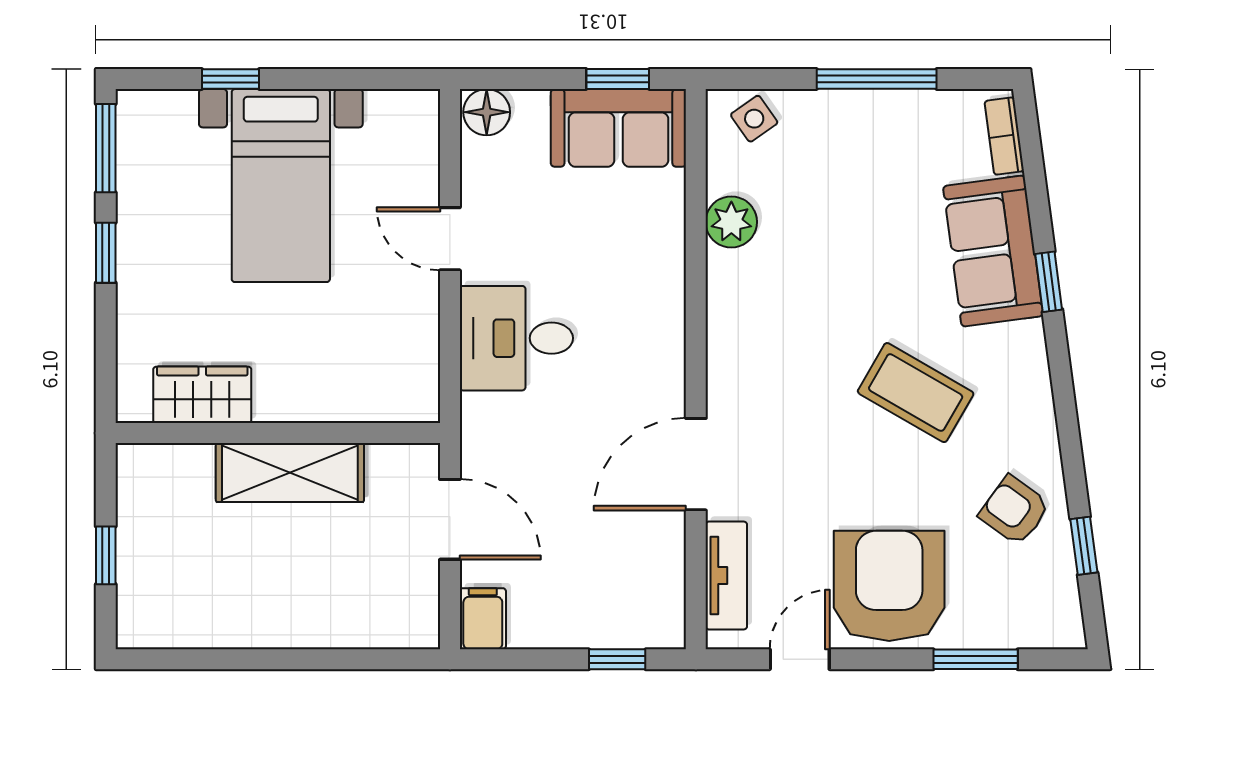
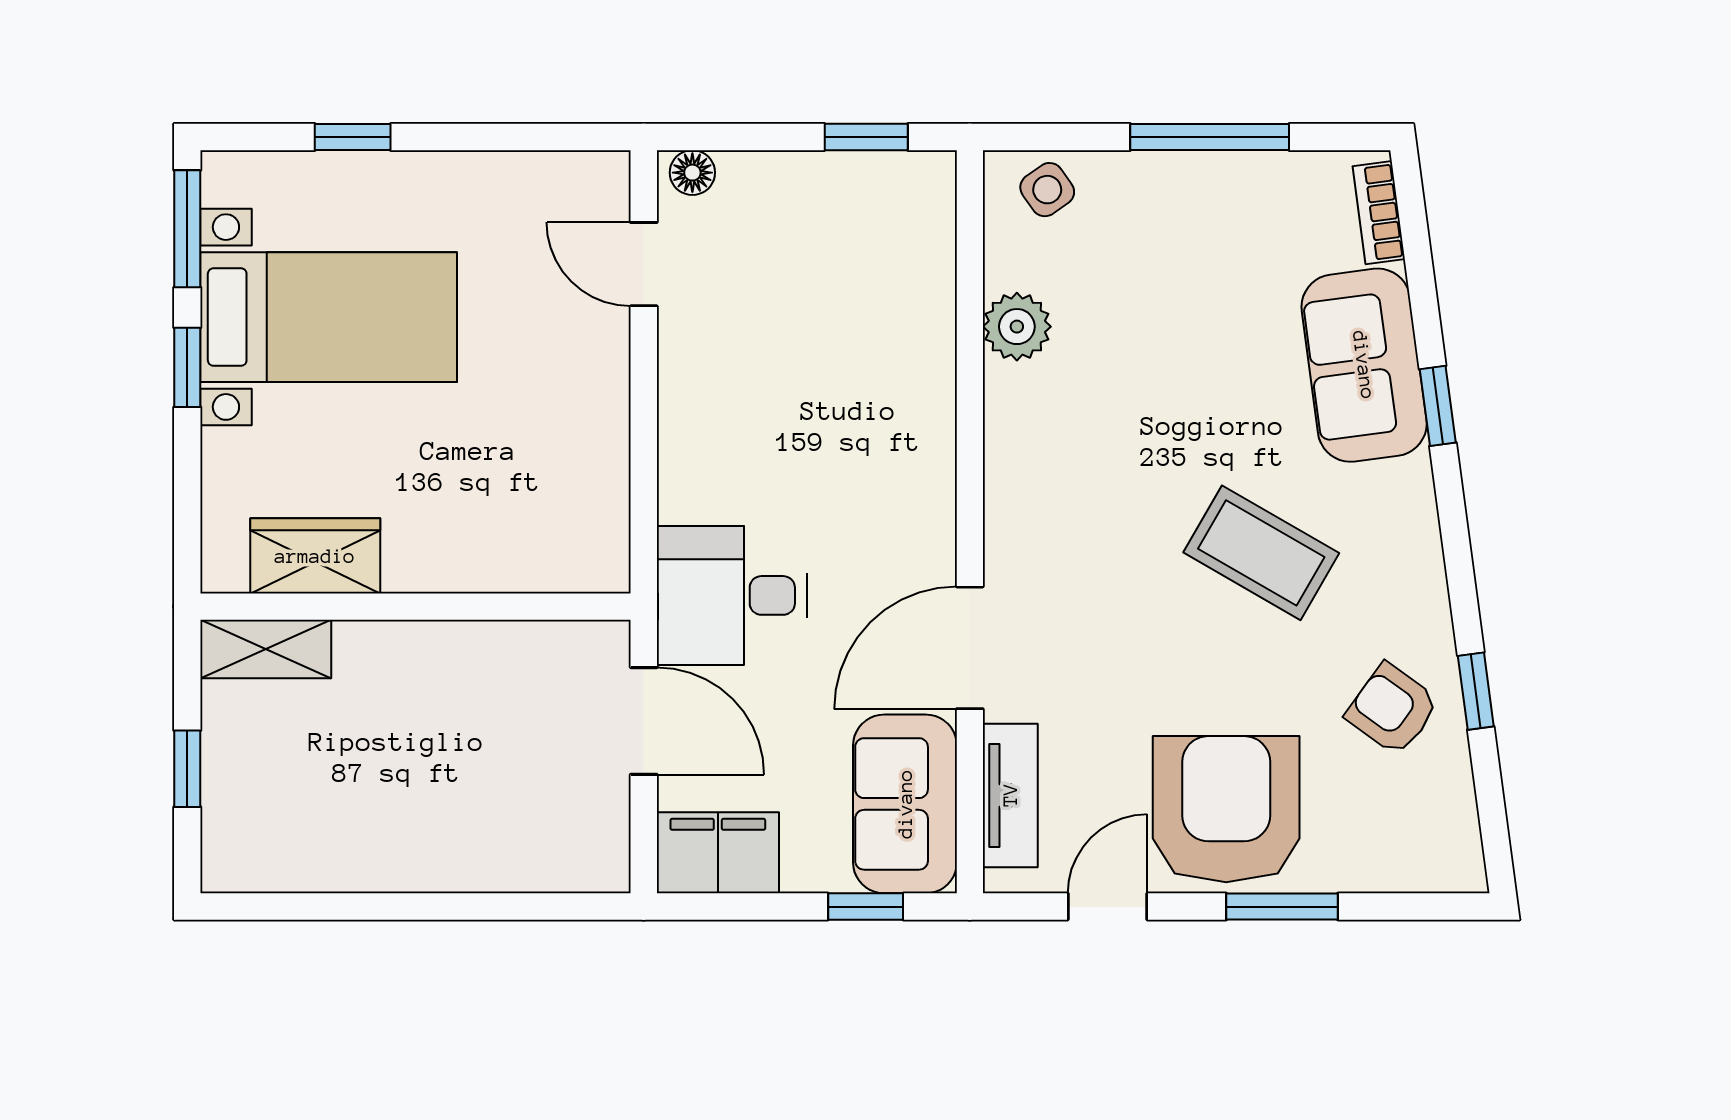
floor lamp: (487, 112) -> (692, 173), width x0.73, depth x0.73
sofa: (618, 128) -> (905, 804), moved, turned 90
bed with nightstands: (281, 186) -> (329, 317), moved, turned -90
door: (450, 239) -> (644, 264), moved
desk: (516, 338) -> (732, 595), moved
shelving: (290, 472) -> (266, 649), moved, width x0.67, depth x0.75
window: (1084, 546) -> (1476, 691), moved
filing cabinet: (483, 619) -> (718, 853), width x2.00
window: (976, 659) -> (1282, 907), moved

